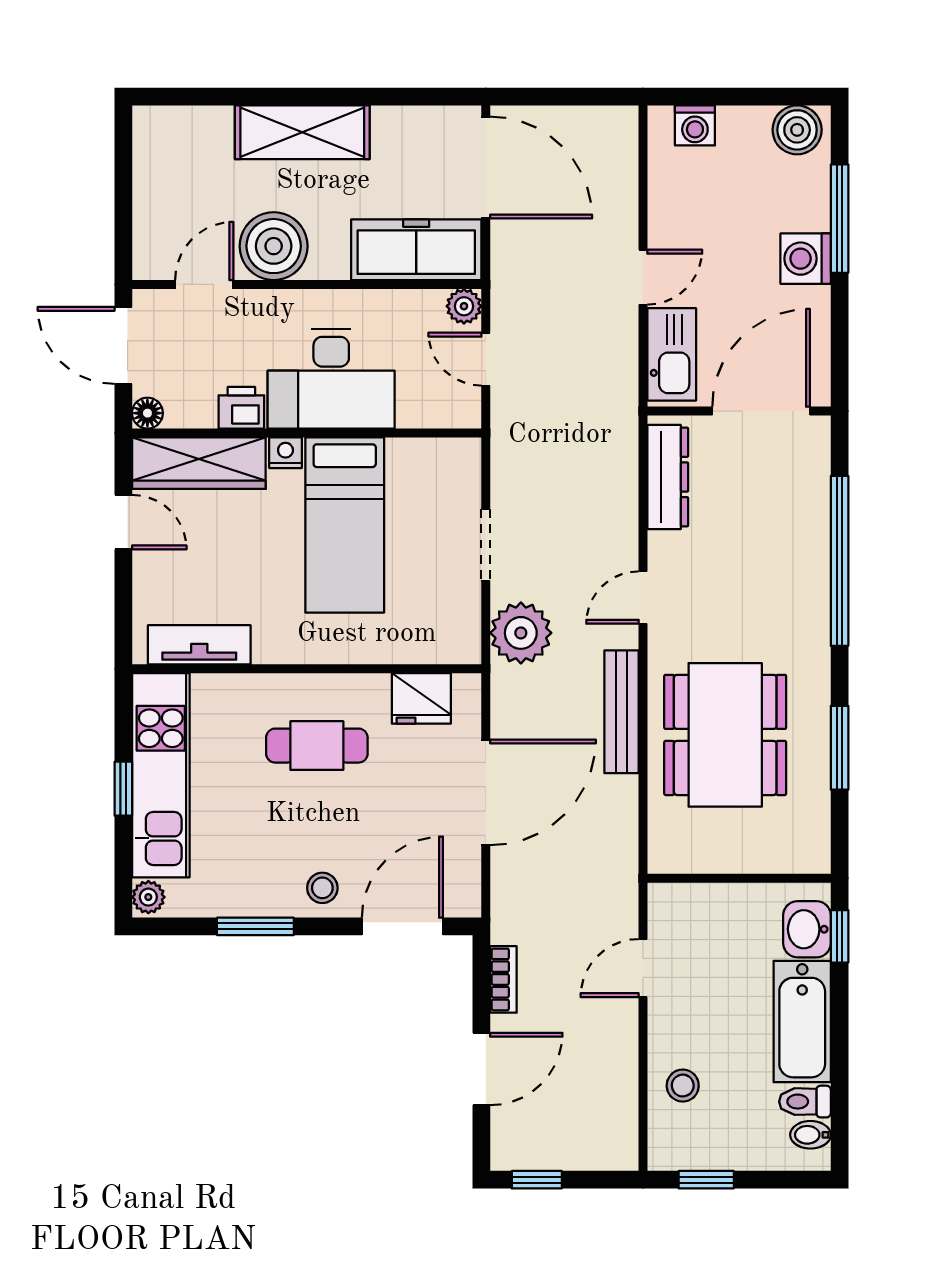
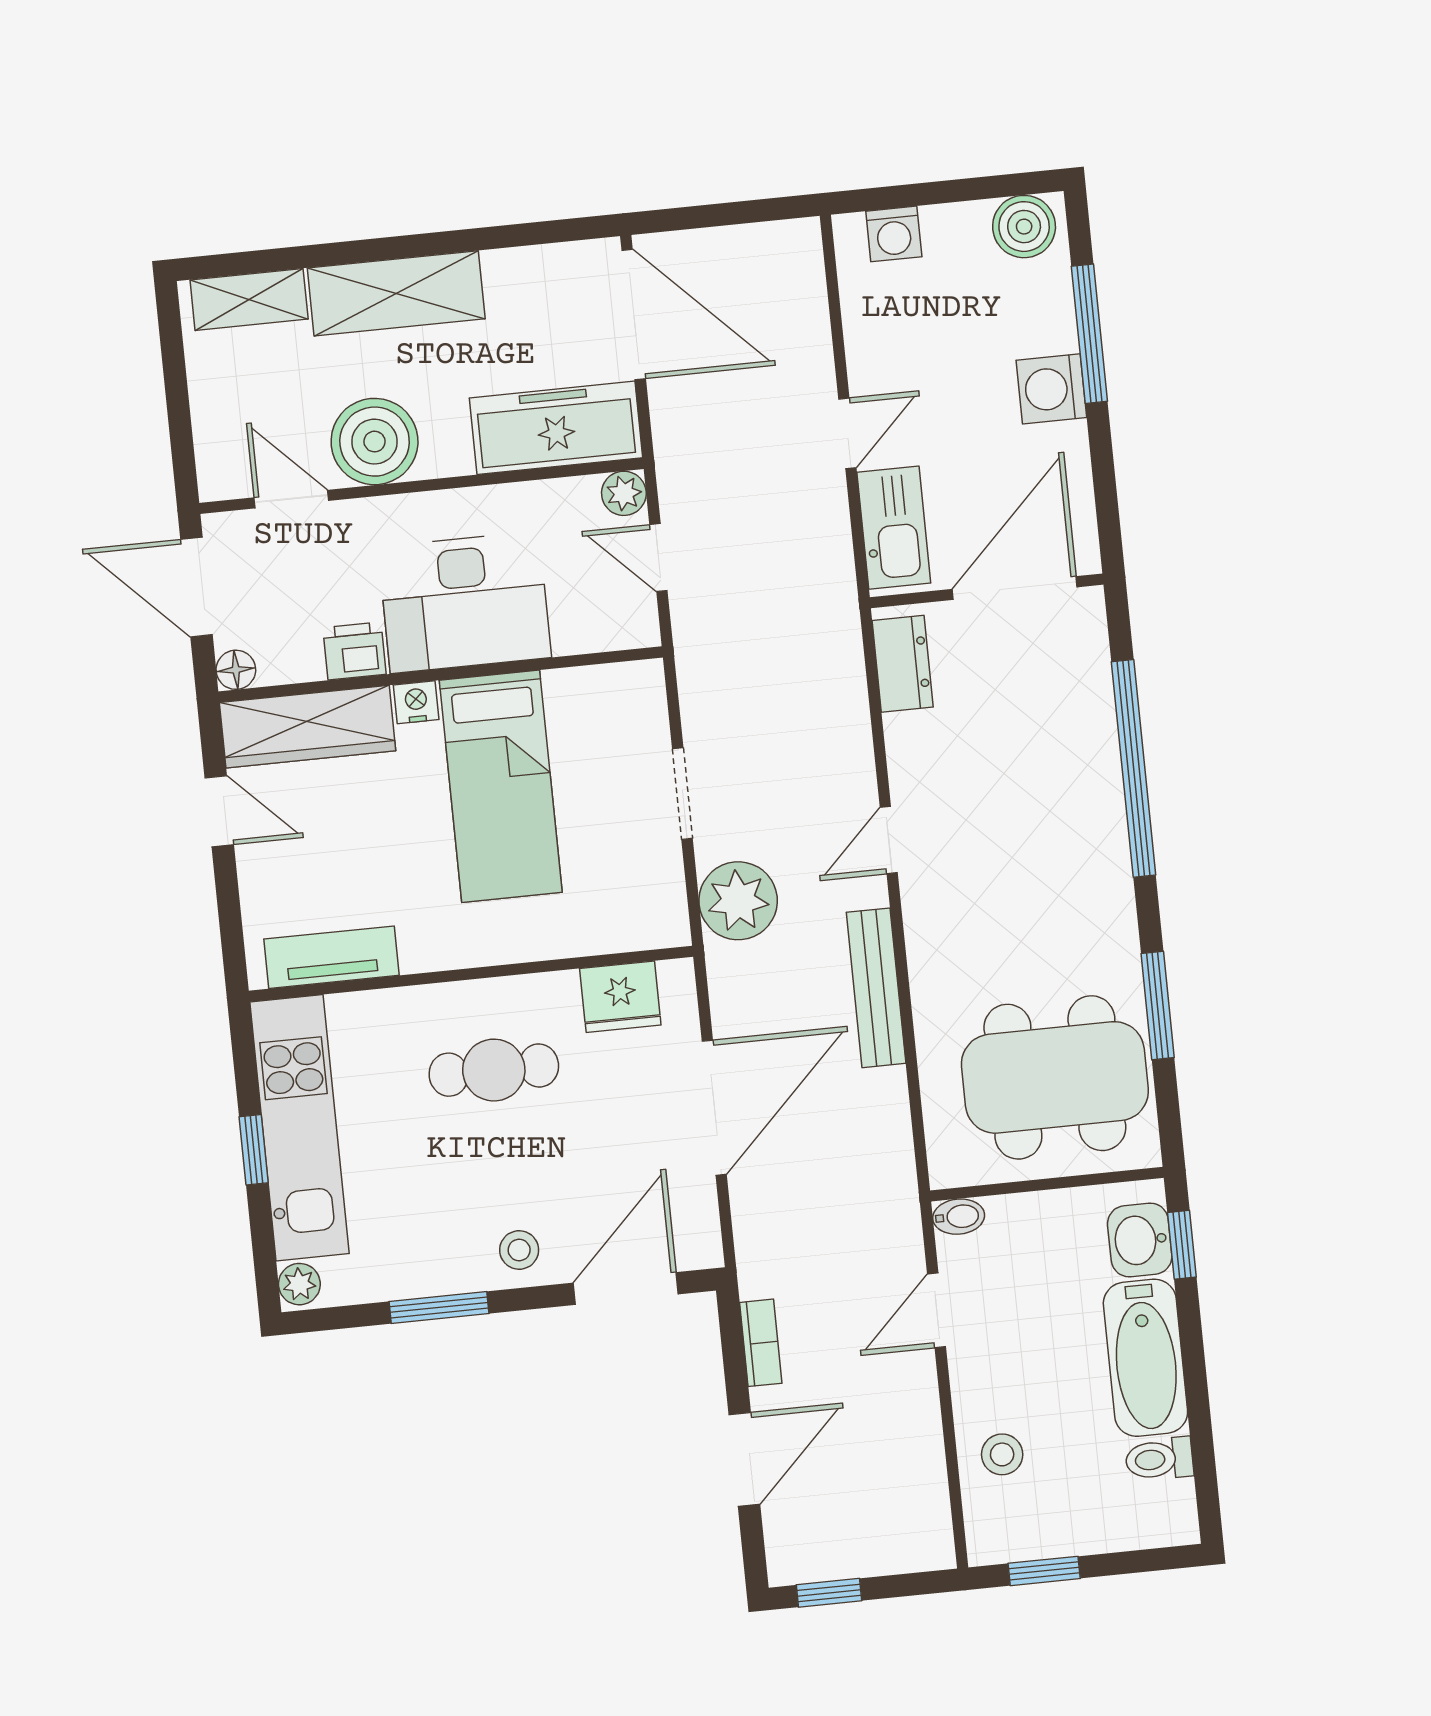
shelving: (187, 125) -> (249, 299), added
door: (204, 284) -> (291, 499), hinge flipped
dresser: (668, 477) -> (903, 664), width x0.70
dining table: (725, 735) -> (1055, 1077), moved, turned 90
bidet: (810, 1135) -> (959, 1217), moved, turned 180

